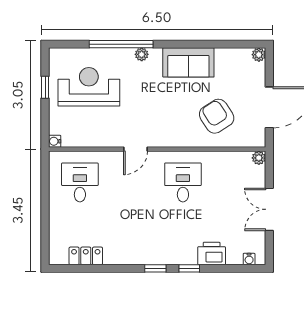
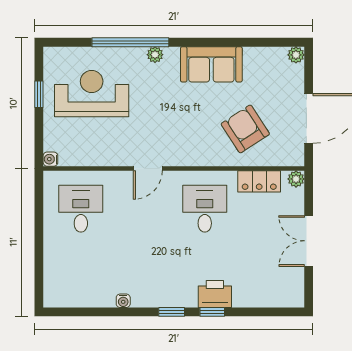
printer: (212, 253) -> (215, 294), moved
locker: (86, 256) -> (259, 181), moved, turned 180
water cooler: (249, 259) -> (123, 301), moved

